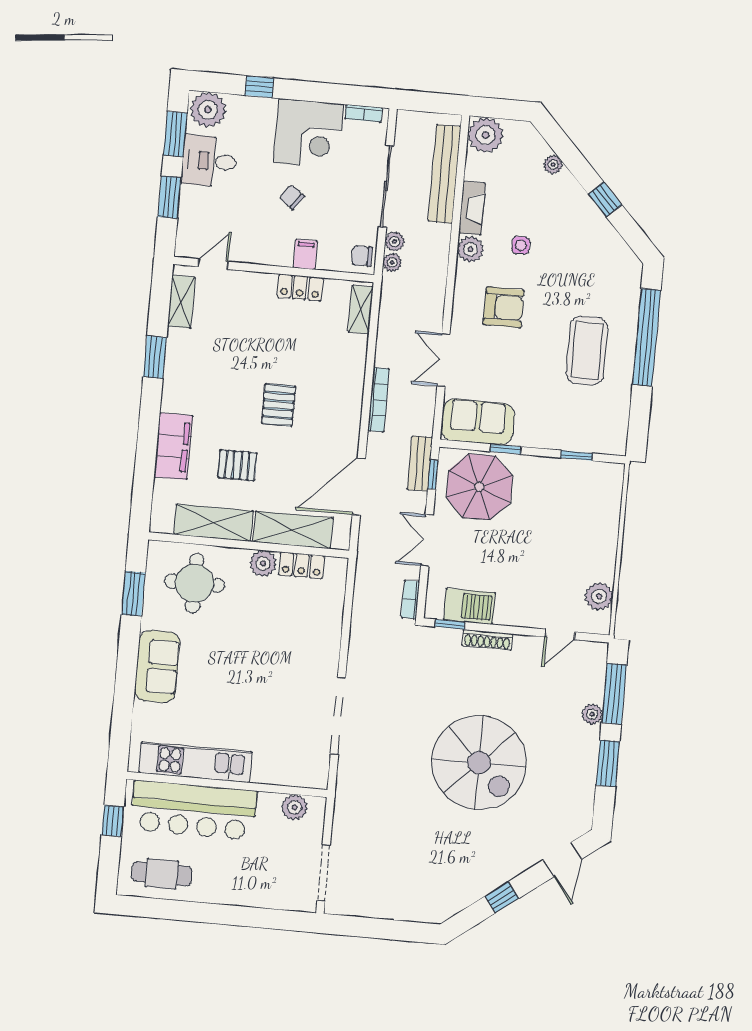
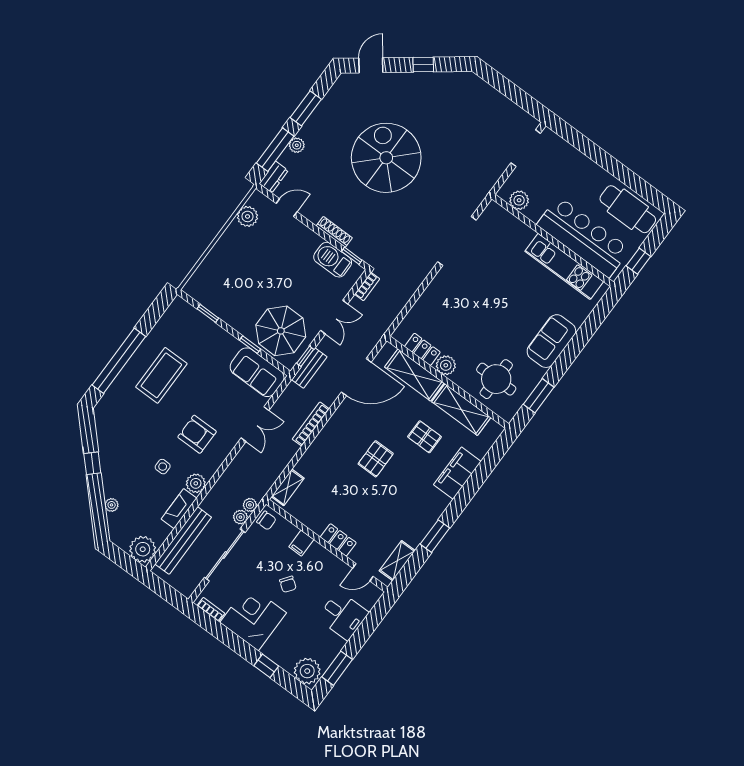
desk: (209, 161) -> (343, 615), moved
window: (169, 197) -> (365, 631), removed
locker: (300, 287) -> (338, 540), moved
dresser: (596, 661) -> (274, 177), added
cafe table: (162, 874) -> (628, 209), width x1.37, depth x1.35

